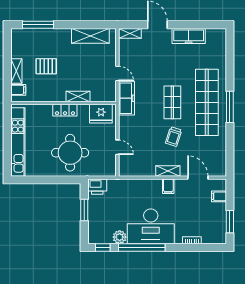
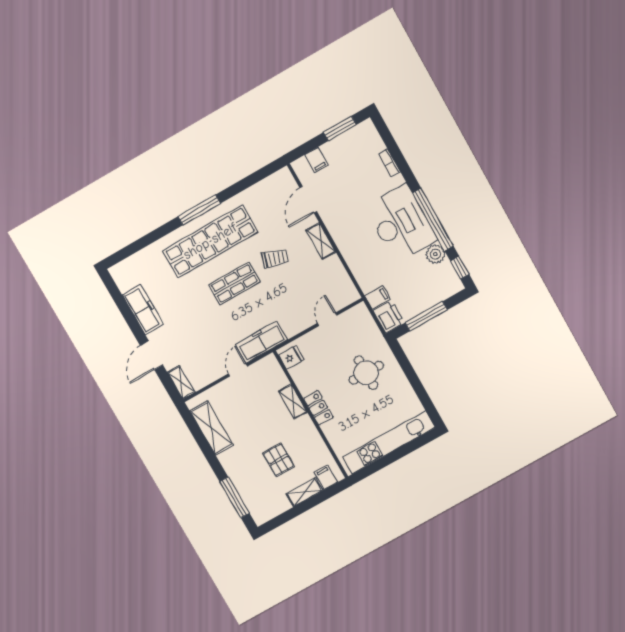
fridge: (101, 114) -> (291, 358), width x0.53, depth x0.75
round table: (70, 153) -> (366, 373), width x0.73, depth x0.73
filing cabinet: (168, 186) -> (377, 297), moved
window: (84, 210) -> (426, 316), width x1.44

